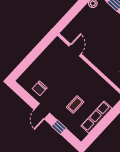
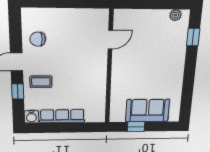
coffee table: (75, 104) -> (41, 82), moved
water cooler: (81, 134) -> (31, 117), added

